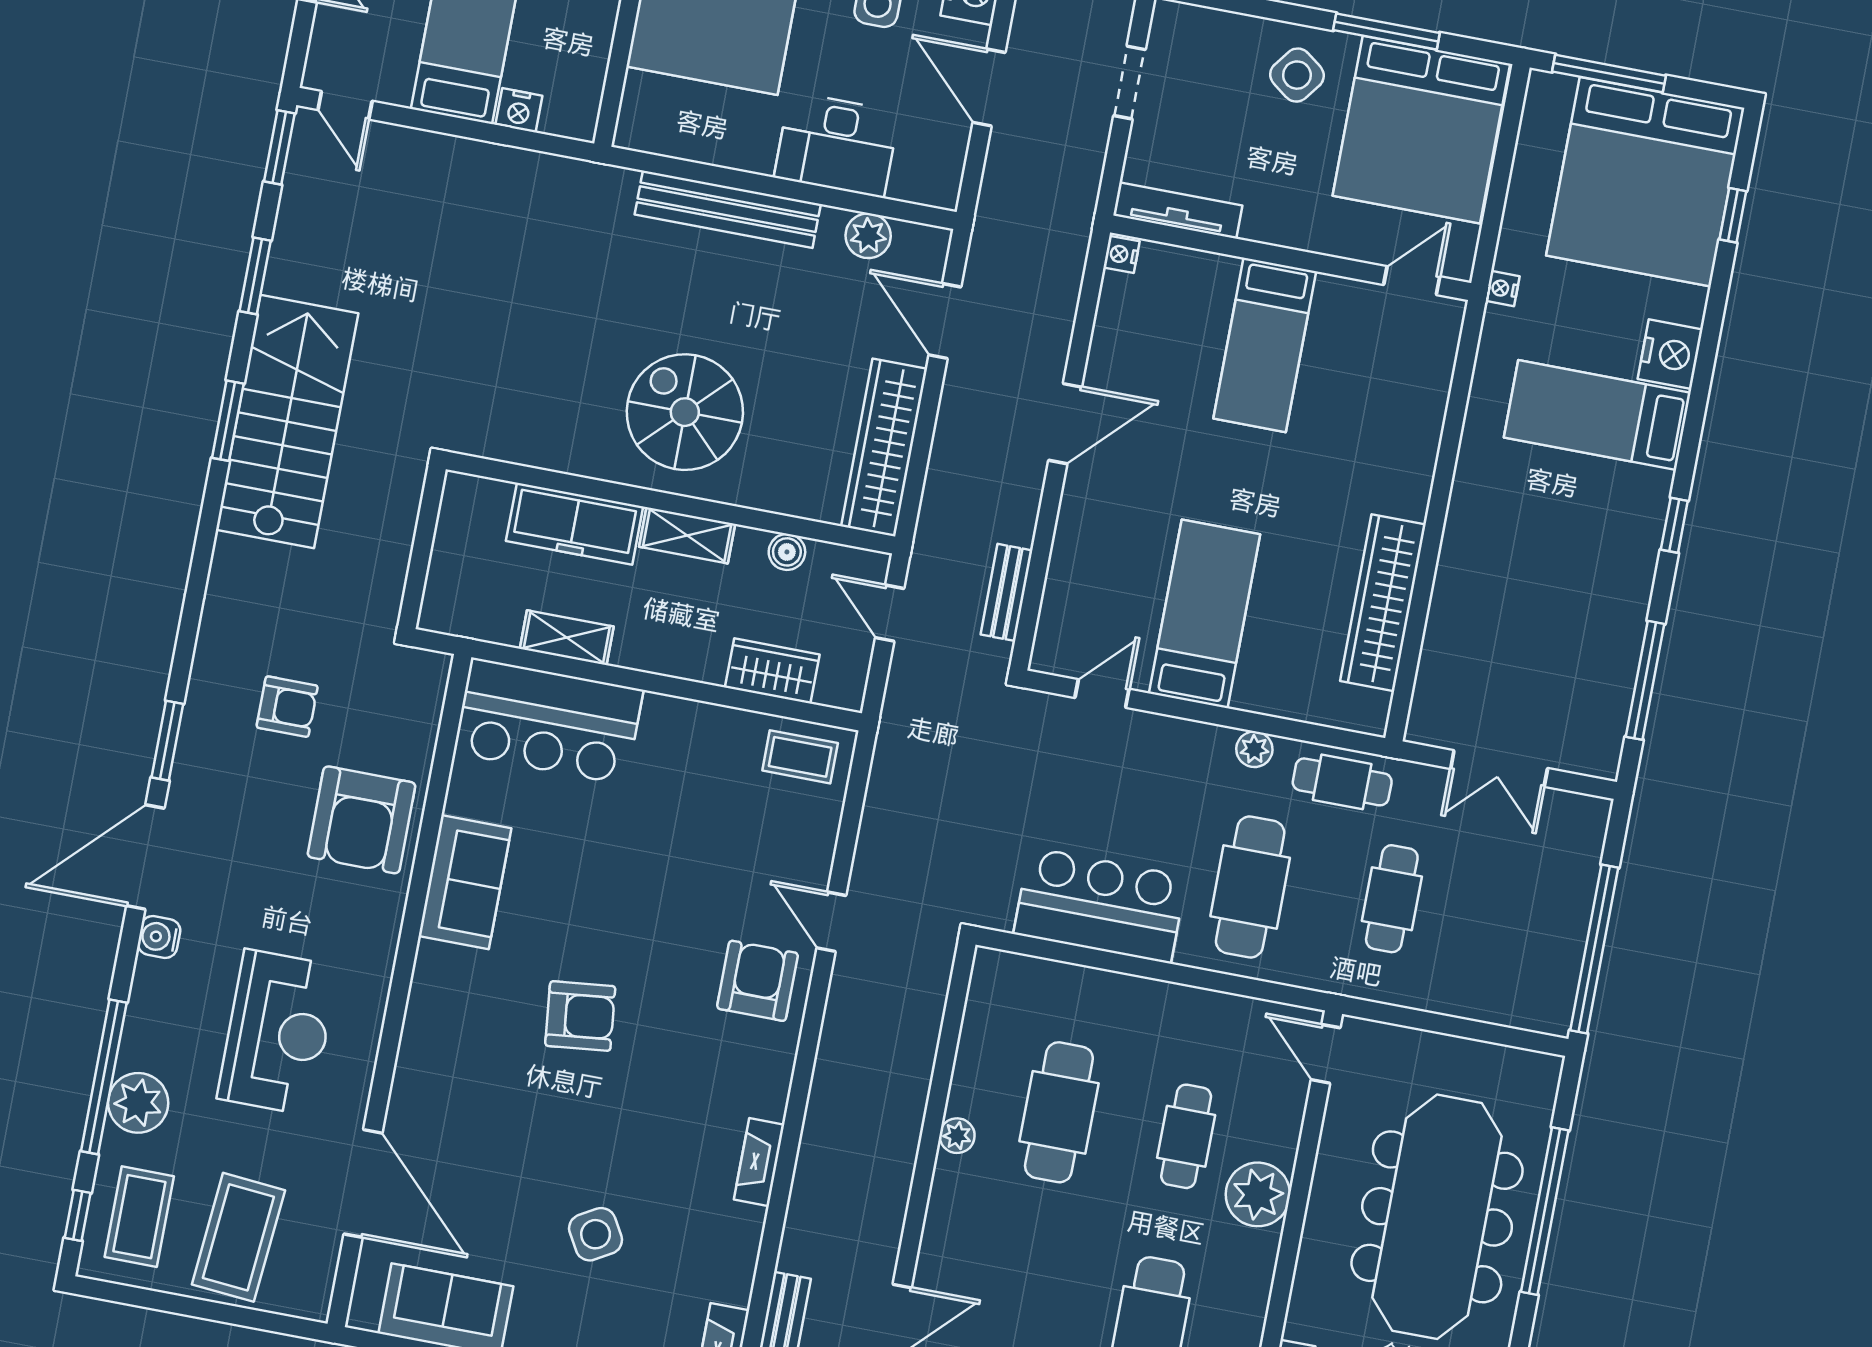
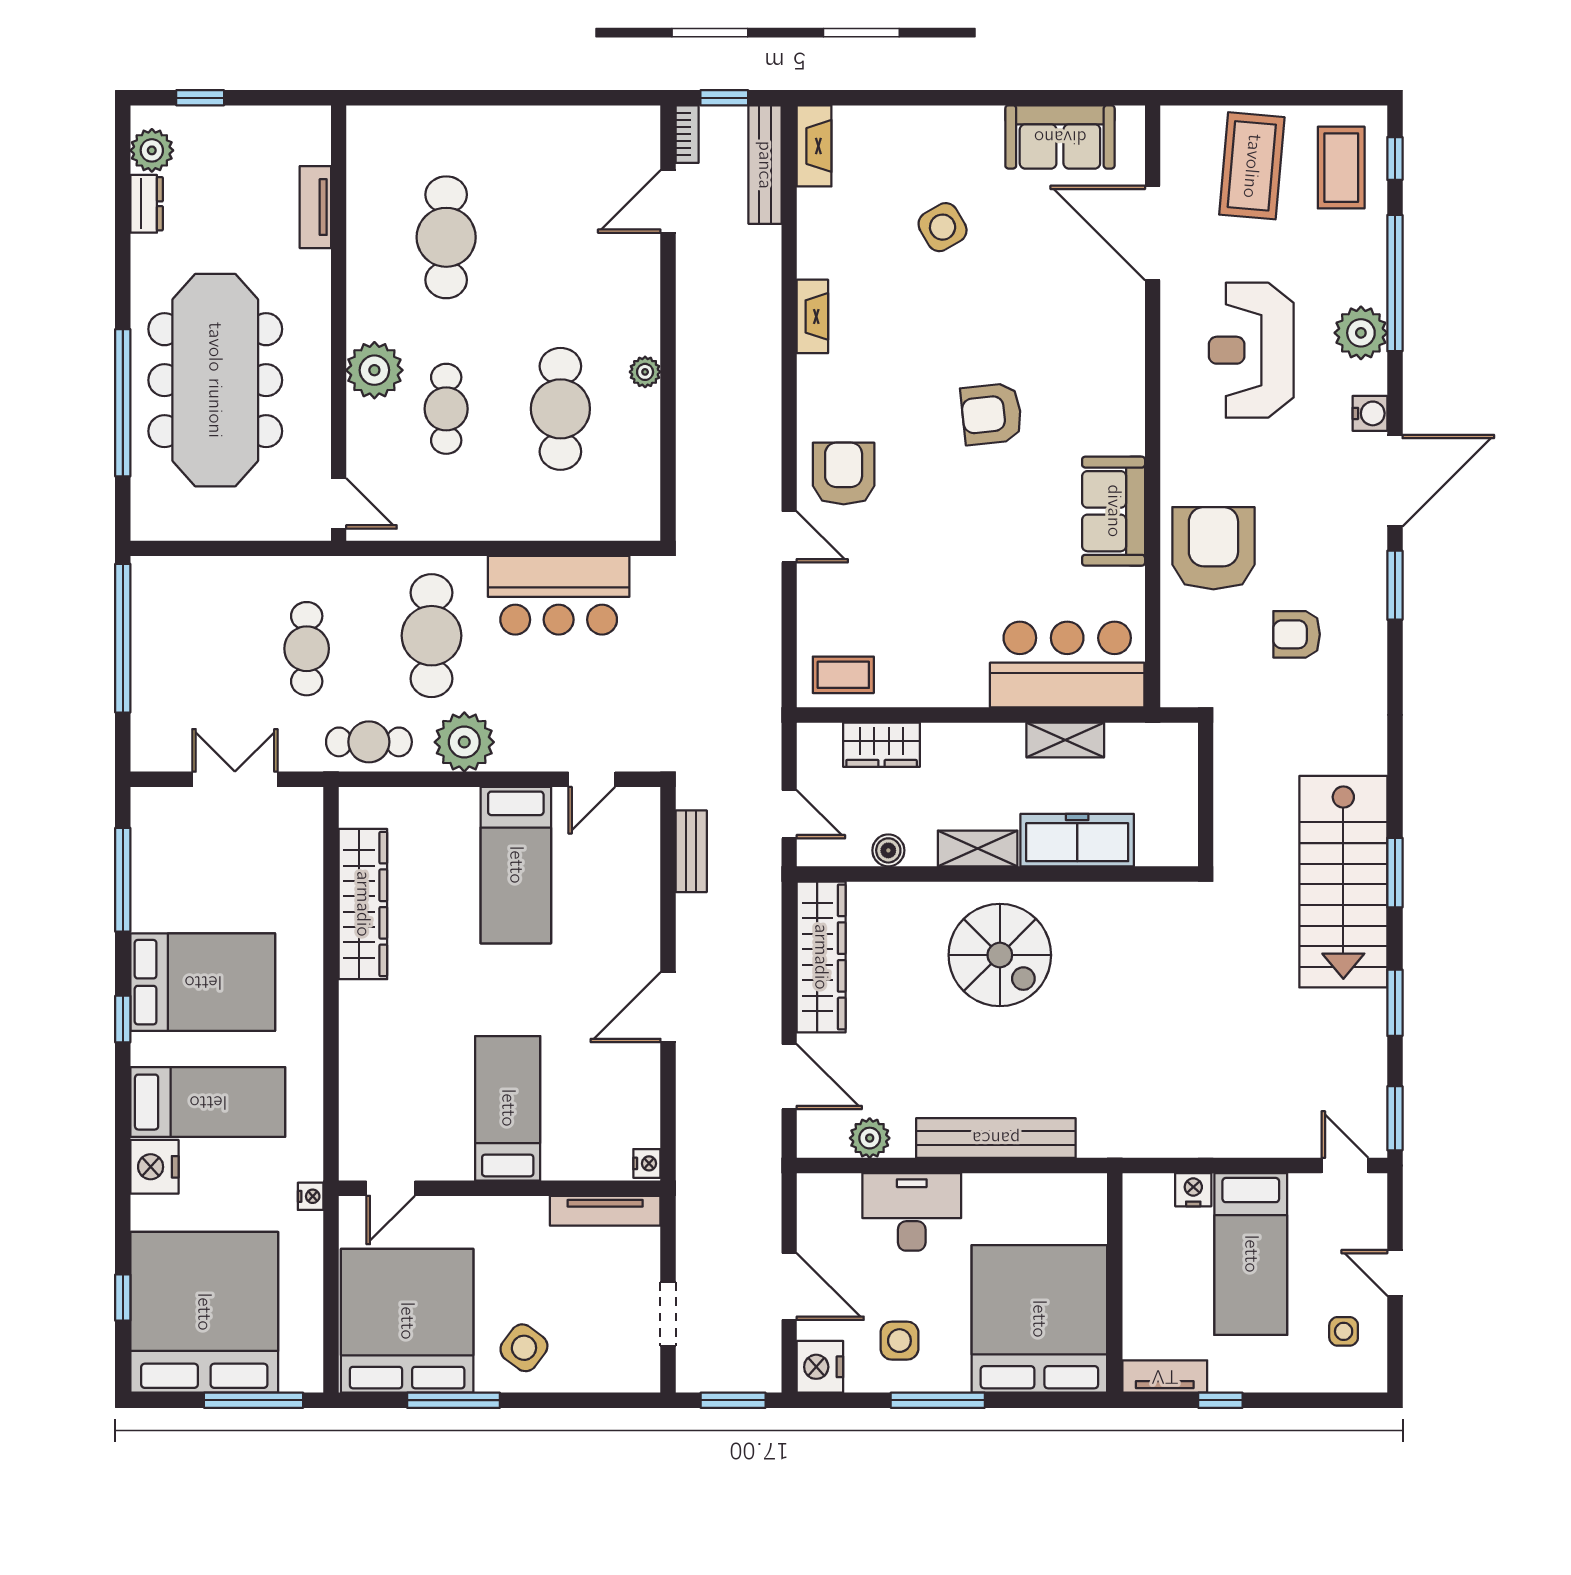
bed: (1578, 550) -> (203, 982), added
plant: (1254, 749) -> (464, 742), width x1.87, depth x1.87
armchair: (757, 981) -> (844, 473), turned 180
plant: (138, 1103) -> (1361, 333), moved

